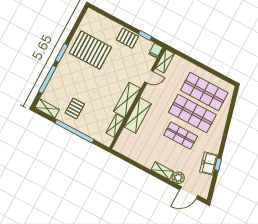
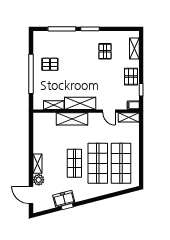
pallet: (90, 50) -> (105, 51), width x0.49, depth x0.50
shelving: (47, 108) -> (134, 48), moved

